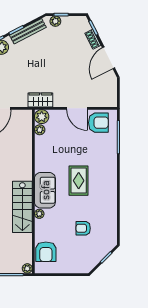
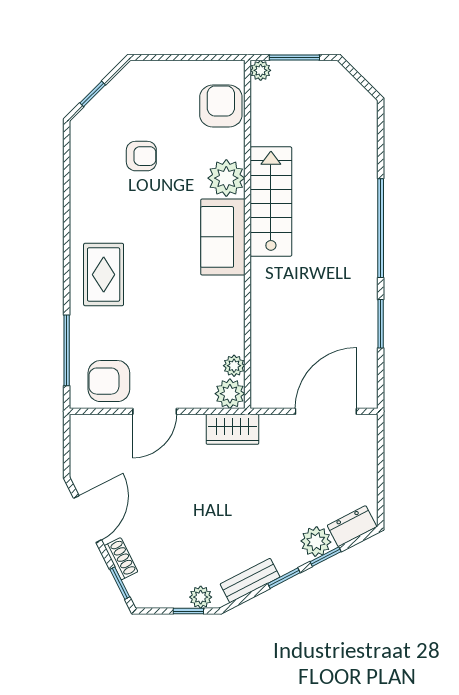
bench: (28, 31) -> (250, 581), width x0.73
door: (77, 108) -> (155, 411), swing flipped
rug: (79, 181) -> (104, 275), moved
plant: (39, 214) -> (226, 178), width x1.88, depth x1.88

